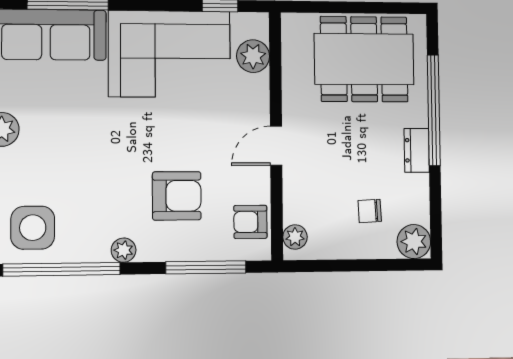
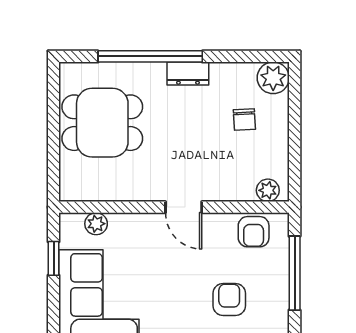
plant: (253, 56) -> (96, 224), width x0.73, depth x0.73
dining table: (364, 59) -> (102, 123), width x0.73
armchair: (177, 196) -> (229, 299), width x0.72, depth x0.72

